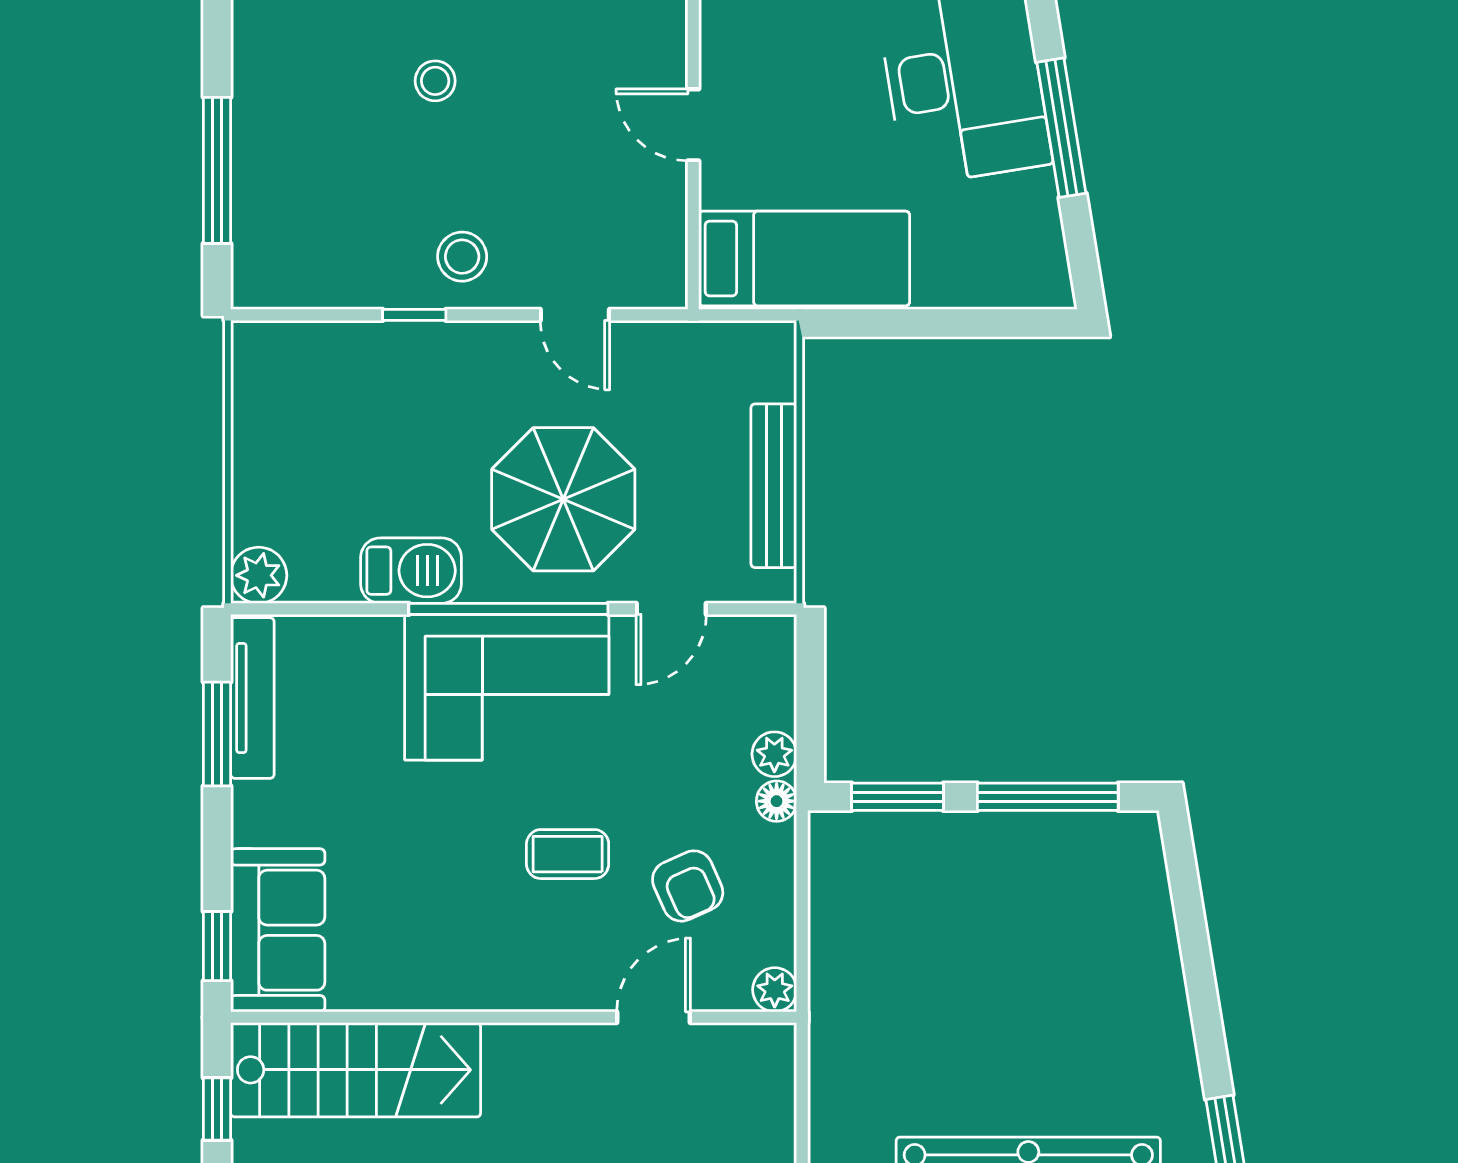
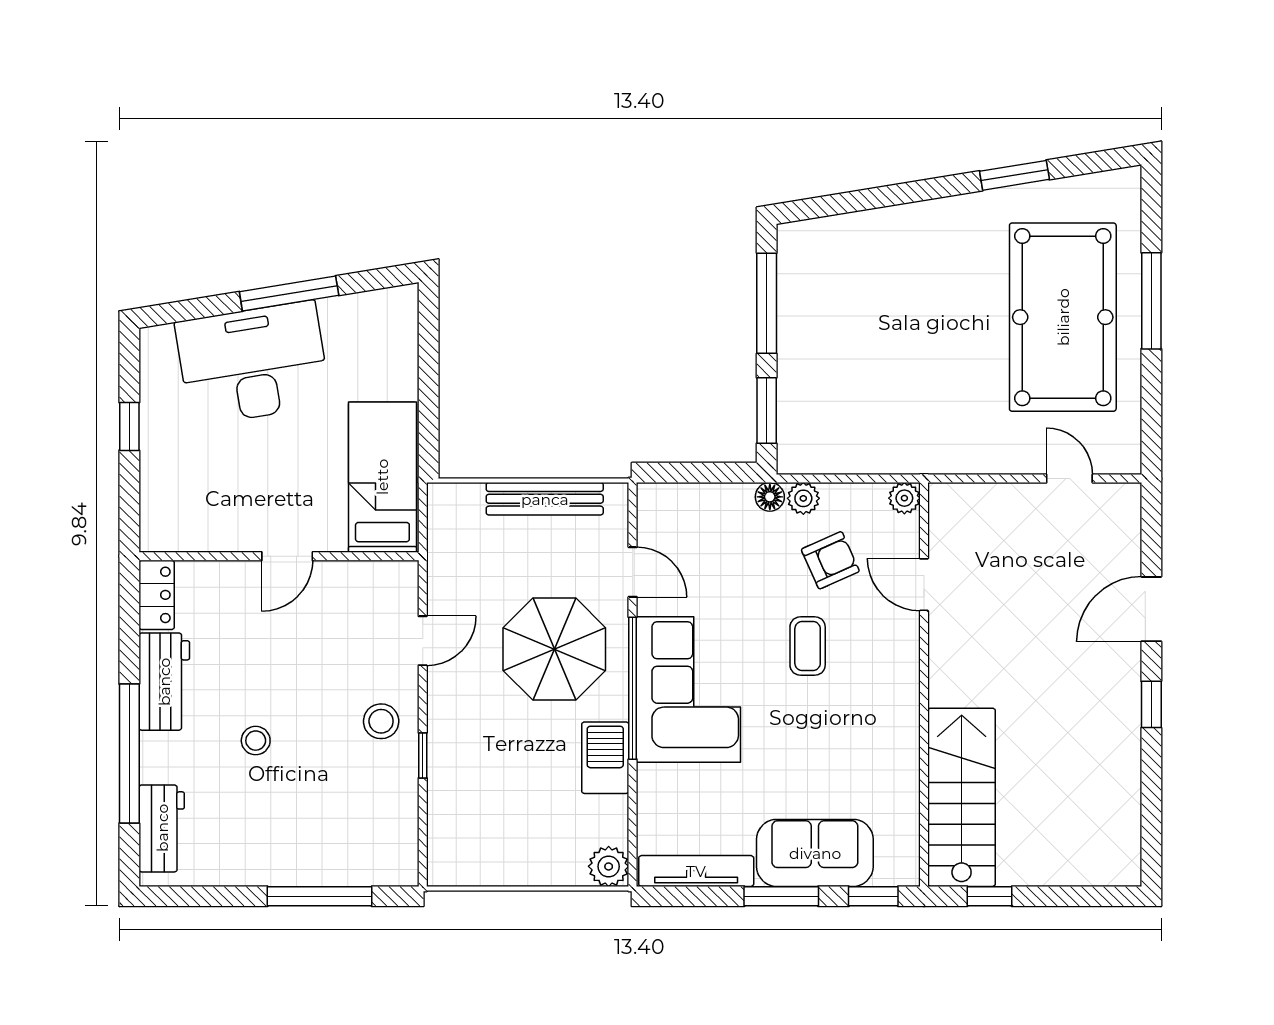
window: (217, 734) -> (781, 896), moved
plant: (774, 754) -> (803, 498), moved
sofa: (278, 930) -> (815, 853), moved

